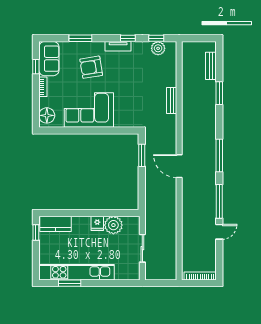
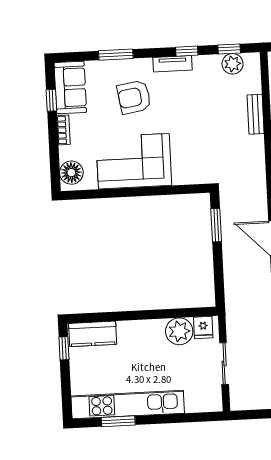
bench: (172, 101) -> (256, 114), moved
fridge: (97, 223) -> (203, 327), moved

